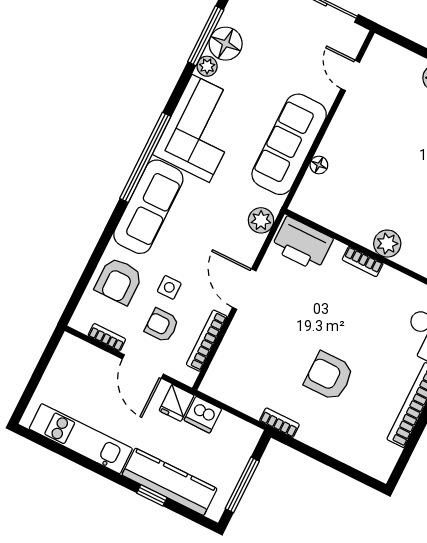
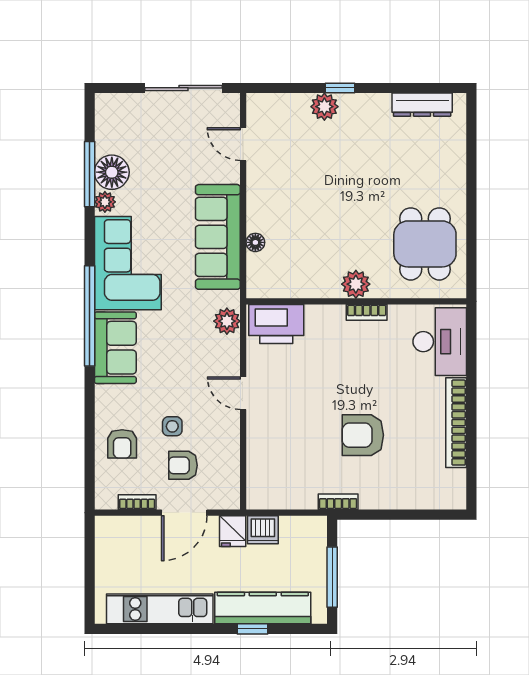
sofa: (148, 207) -> (115, 348), width x0.73
bookcase: (363, 262) -> (367, 312), moved
armchair: (119, 281) -> (122, 444), width x0.72, depth x0.72
door: (244, 289) -> (243, 393), width x0.73
bookcase: (207, 341) -> (232, 459), removed
door: (143, 366) -> (184, 513), hinge flipped

